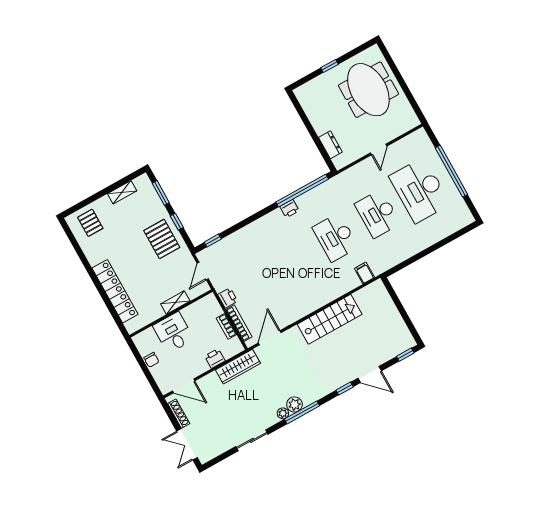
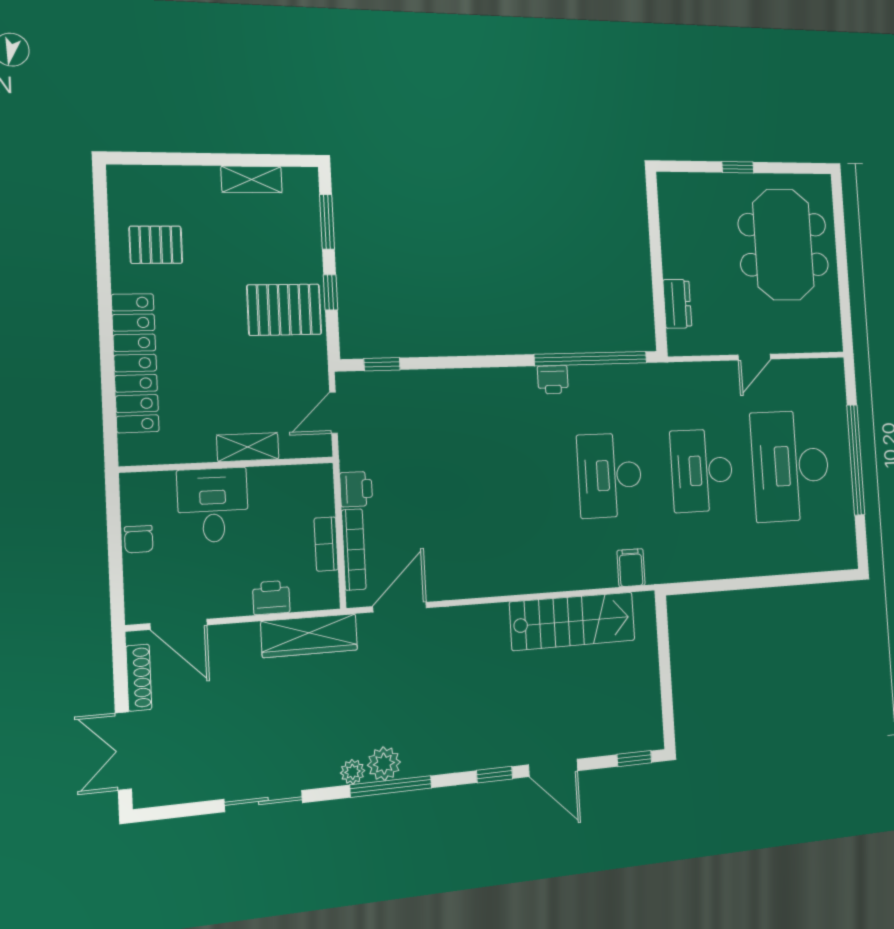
pallet: (90, 223) -> (156, 245), moved, turned 90
pallet: (162, 239) -> (284, 310), turned 90
stairs: (330, 319) -> (573, 621), moved

